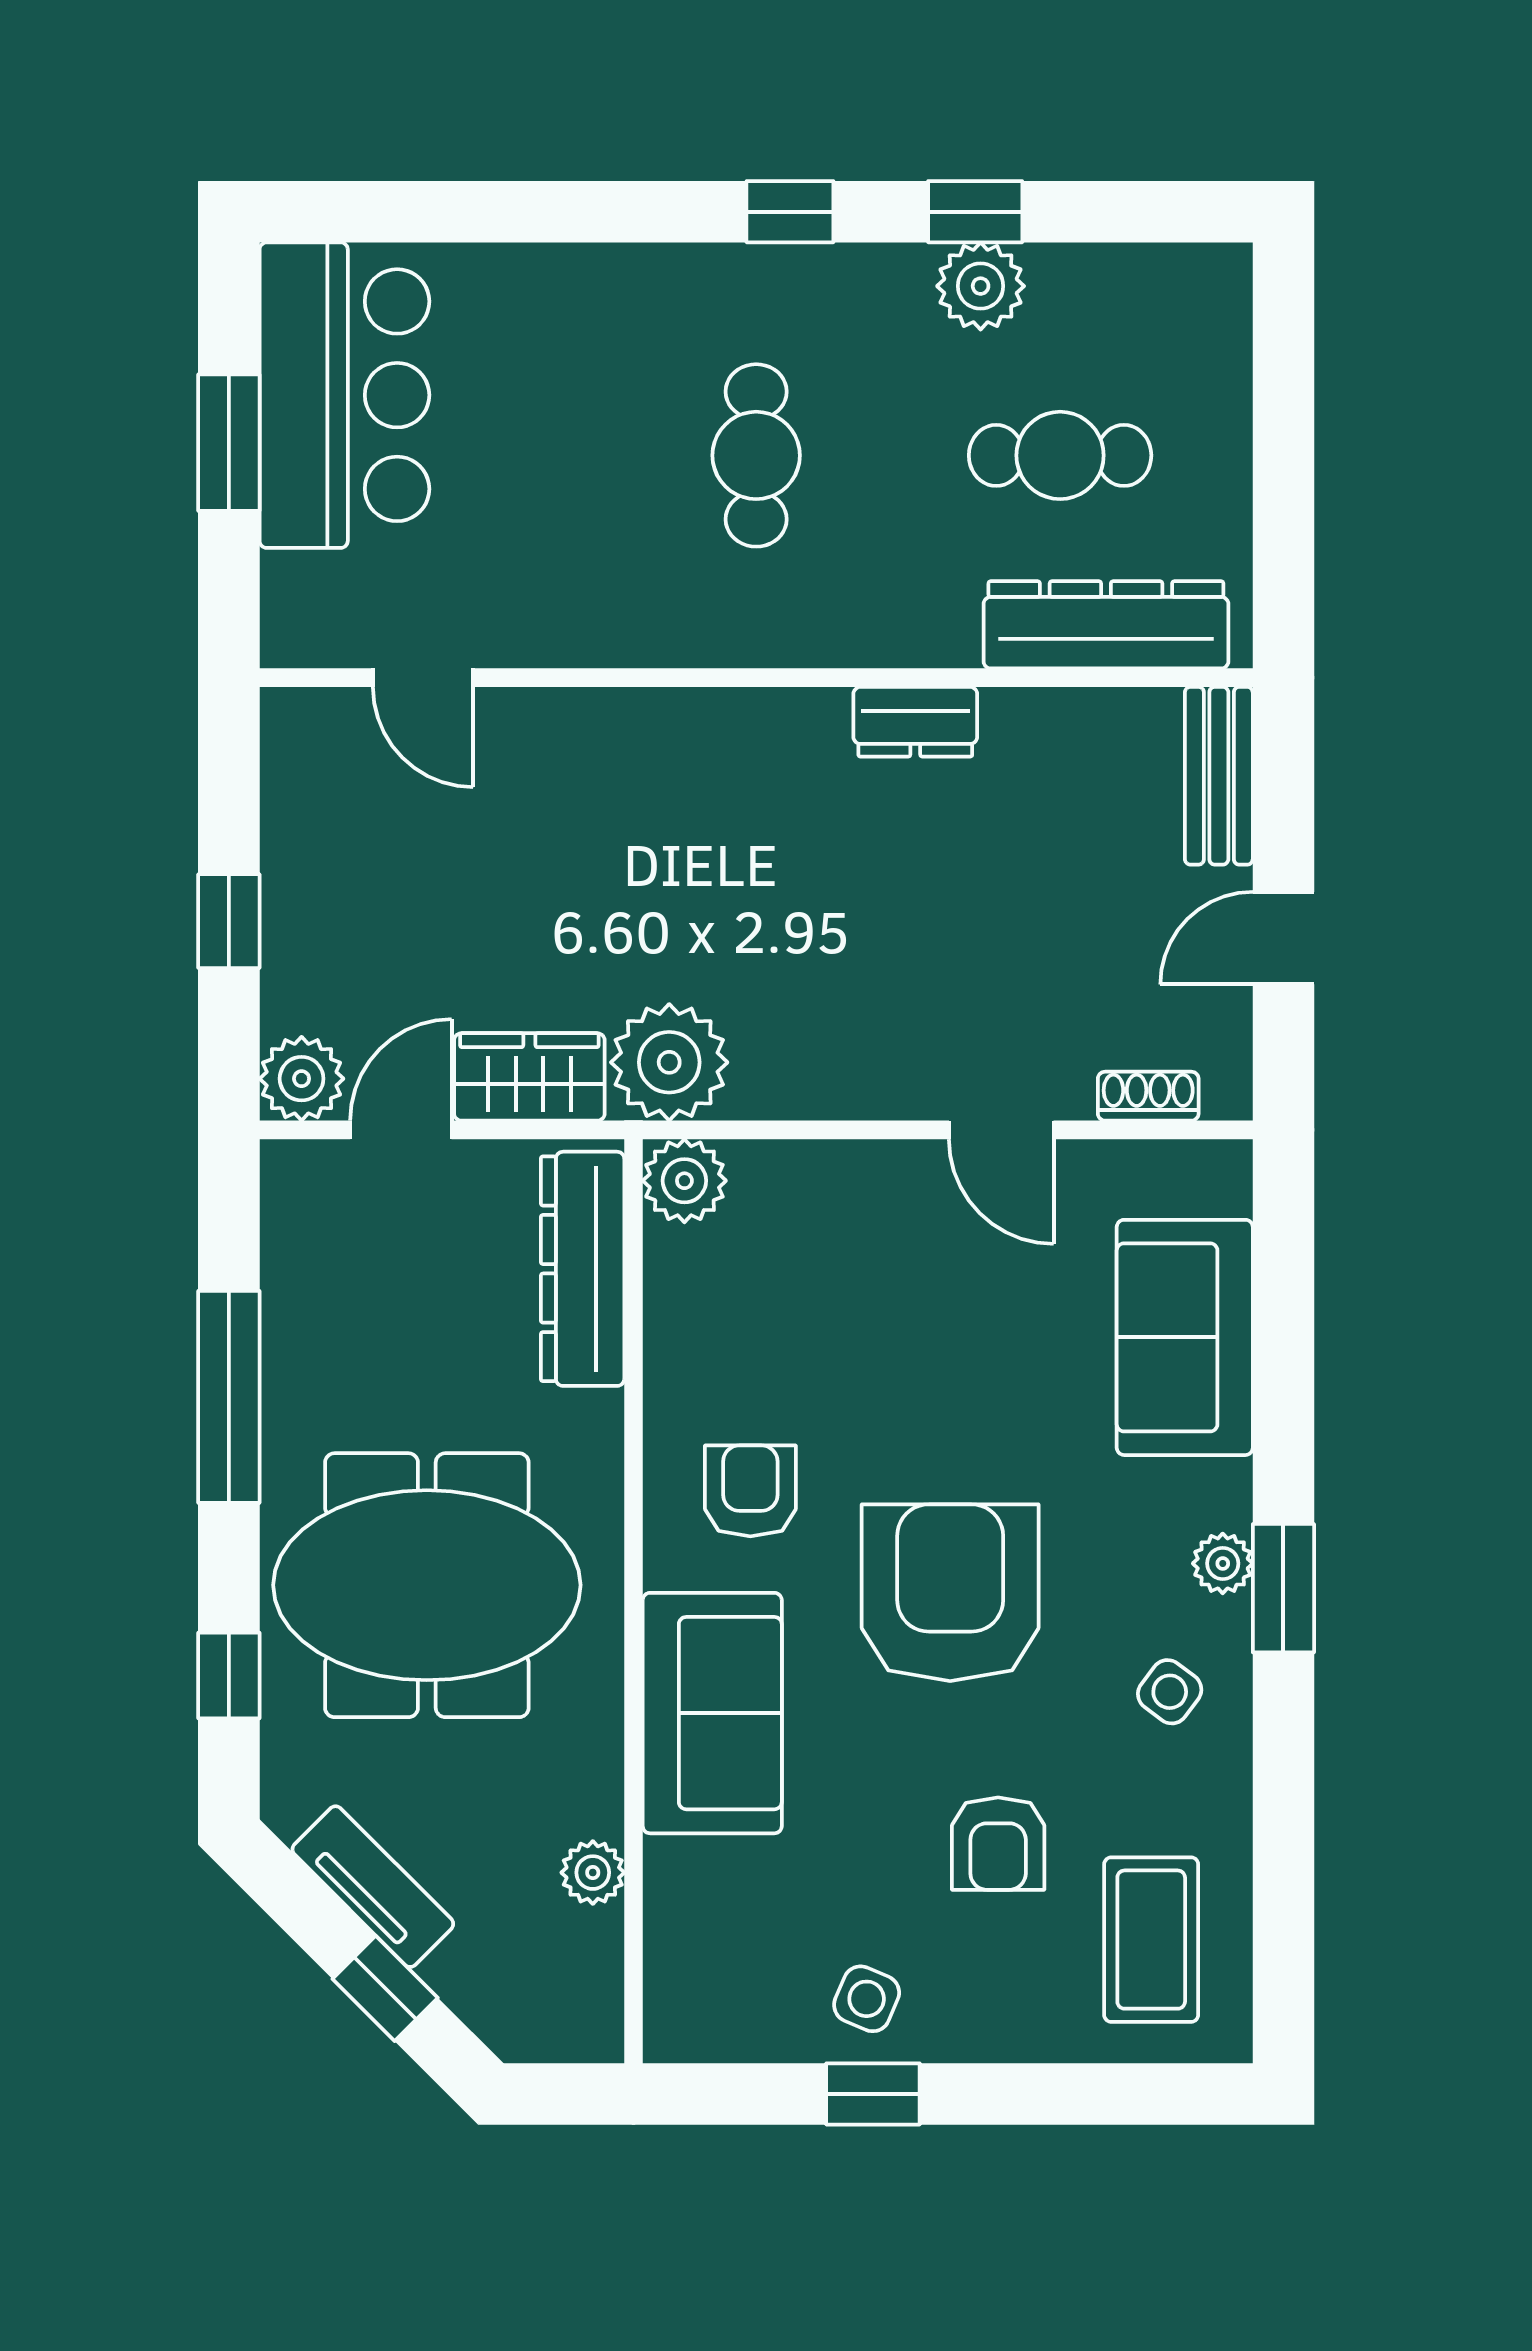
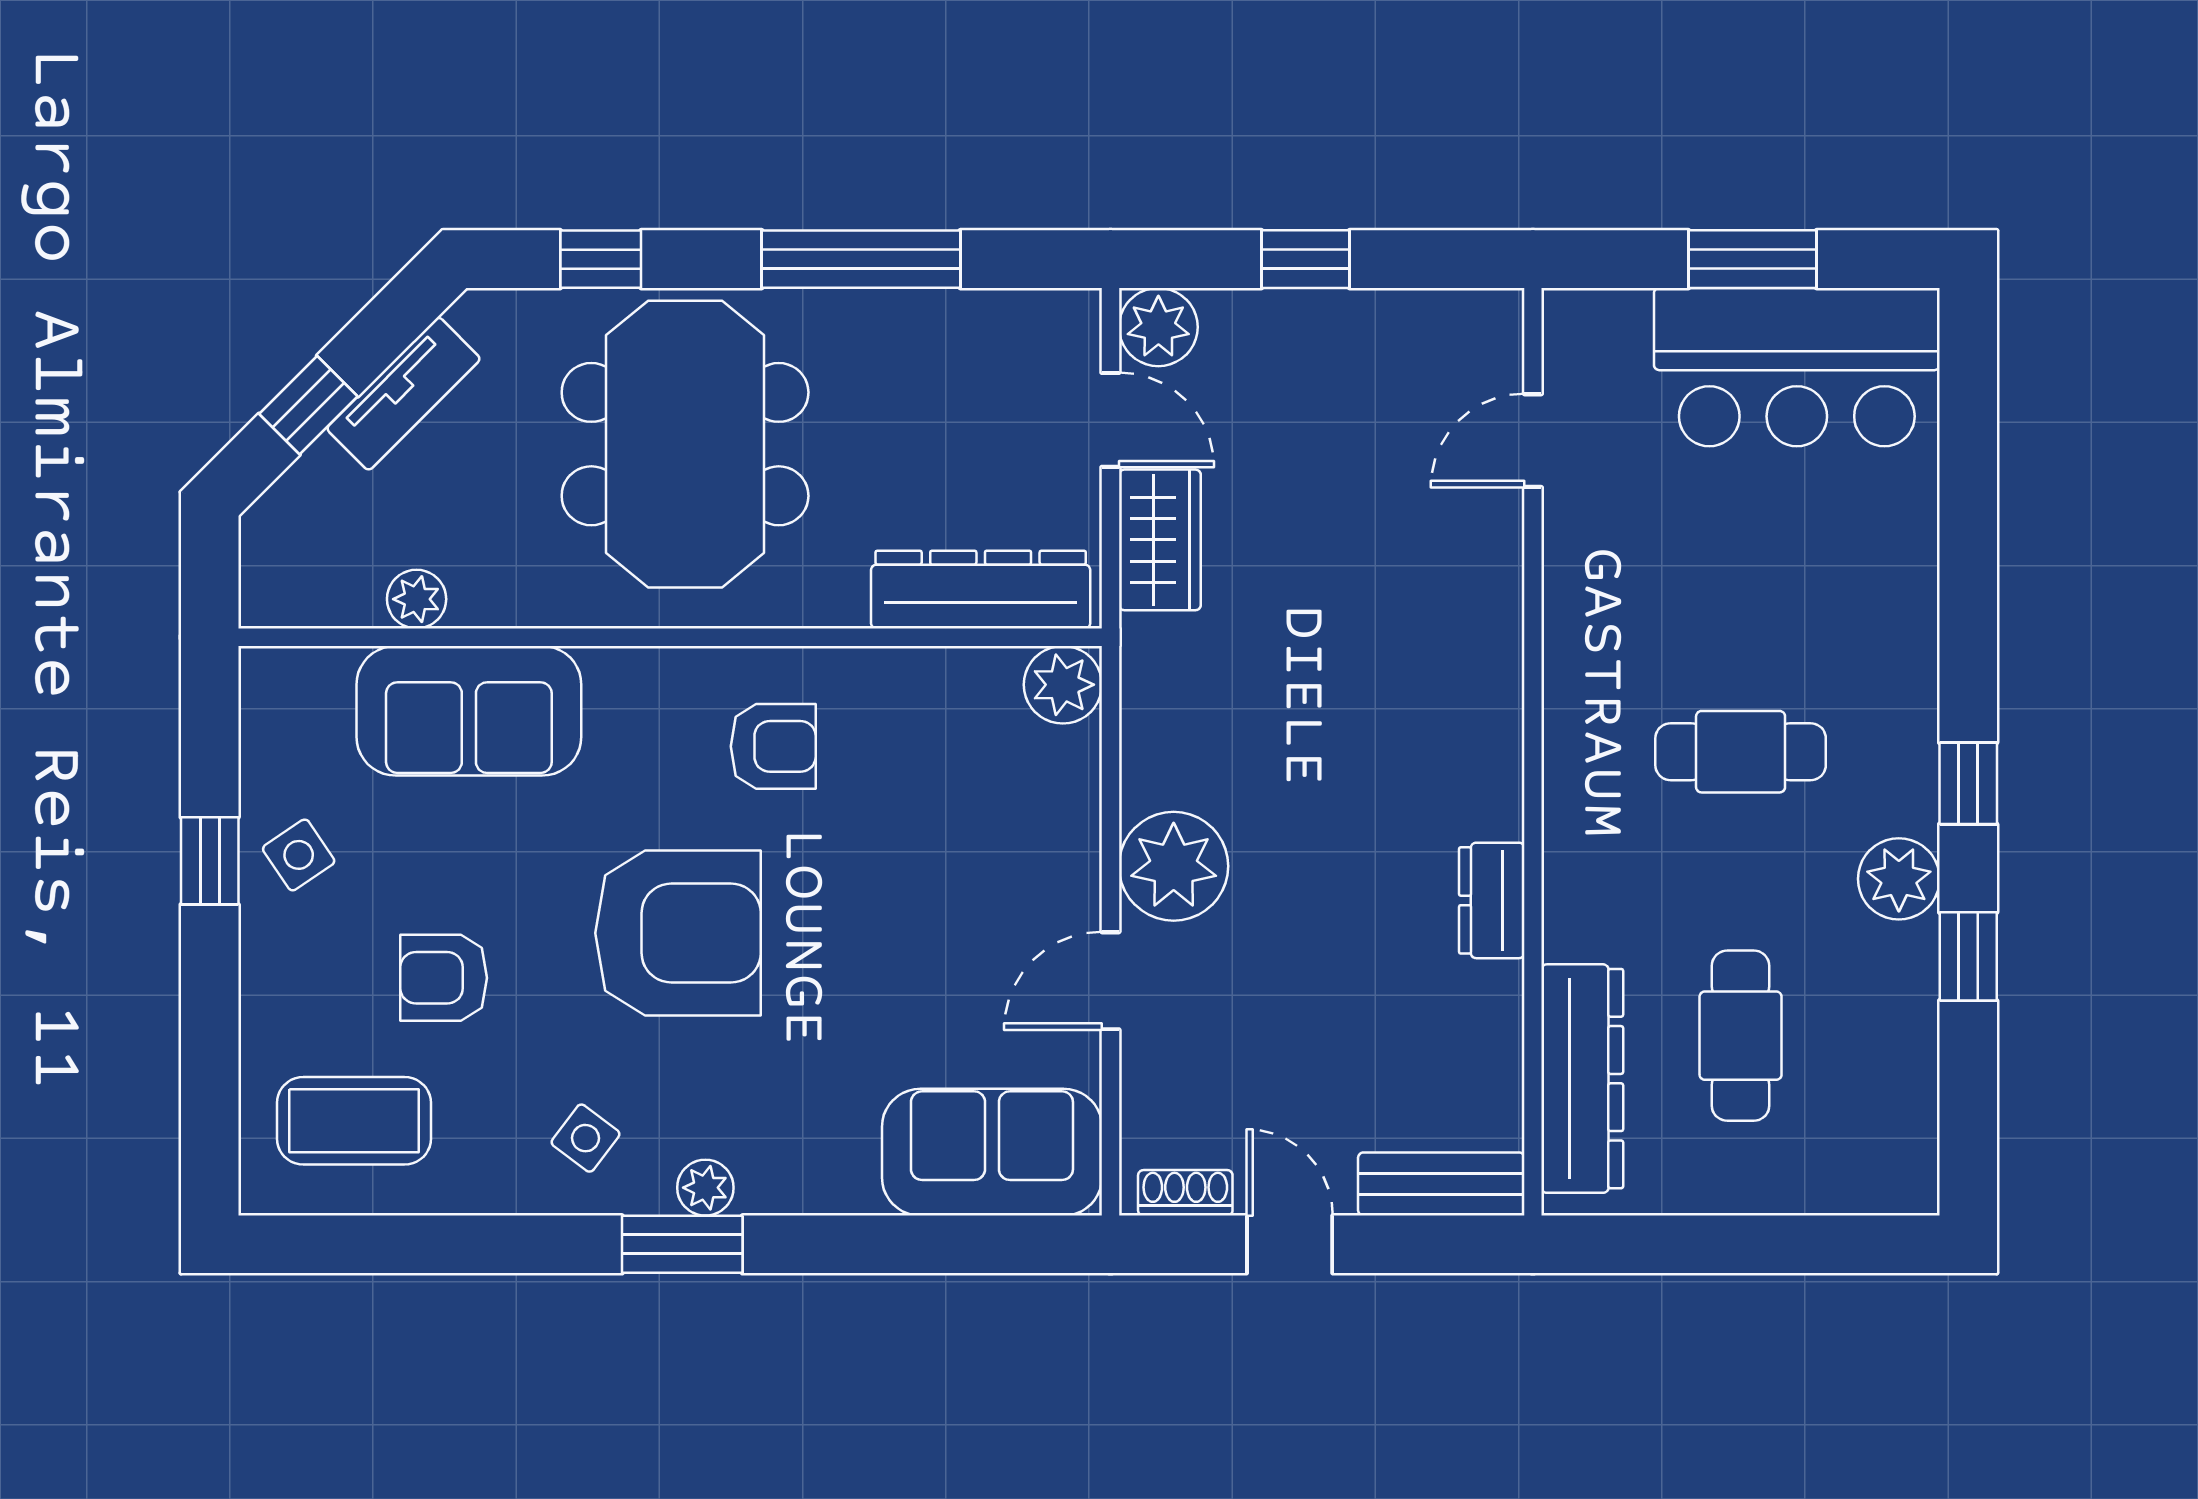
plant: (981, 286) -> (1899, 879), moved
plant: (669, 1062) -> (1174, 866), moved
shoe rack: (1148, 1096) -> (1185, 1193), moved, turned -90
sofa: (1185, 1337) -> (992, 1152), moved
sofa: (712, 1713) -> (469, 711), moved
side table: (867, 1999) -> (299, 855), turned 33

